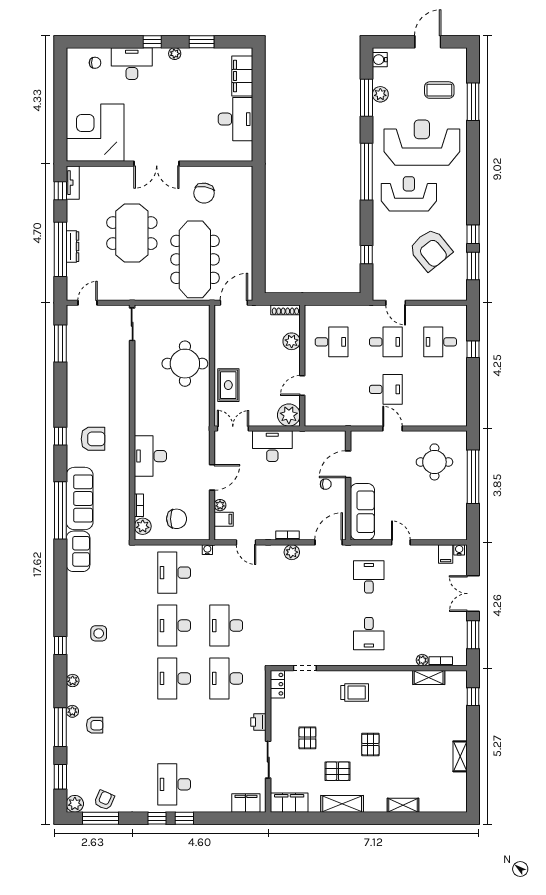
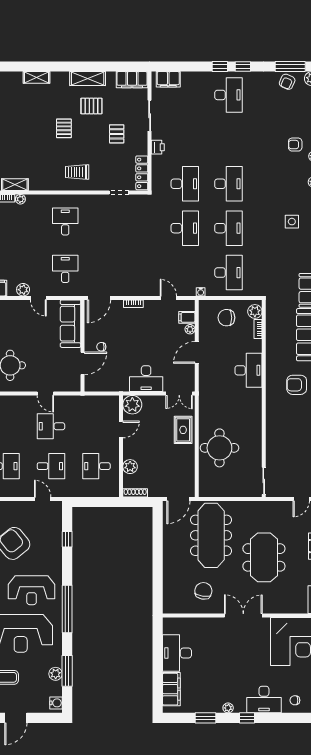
desk: (386, 342) -> (51, 466), turned 180
plant: (292, 552) -> (23, 290), moved
desk: (369, 577) -> (65, 269), turned 180
locker: (277, 684) -> (142, 173), width x1.53

